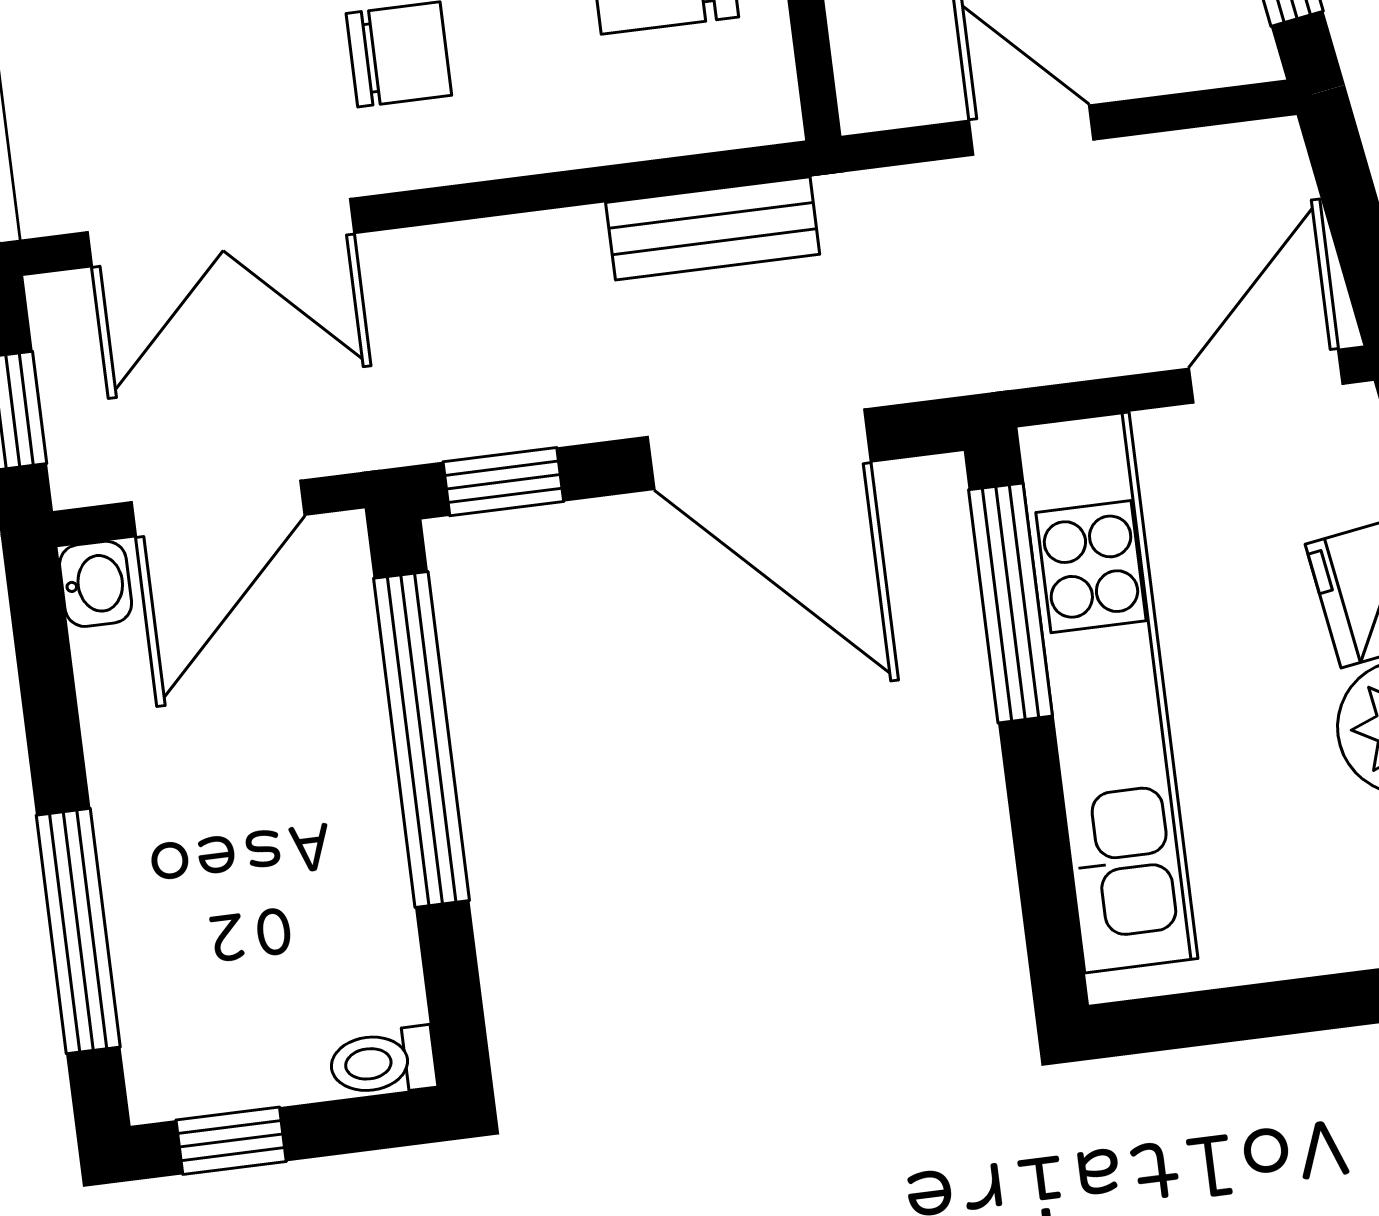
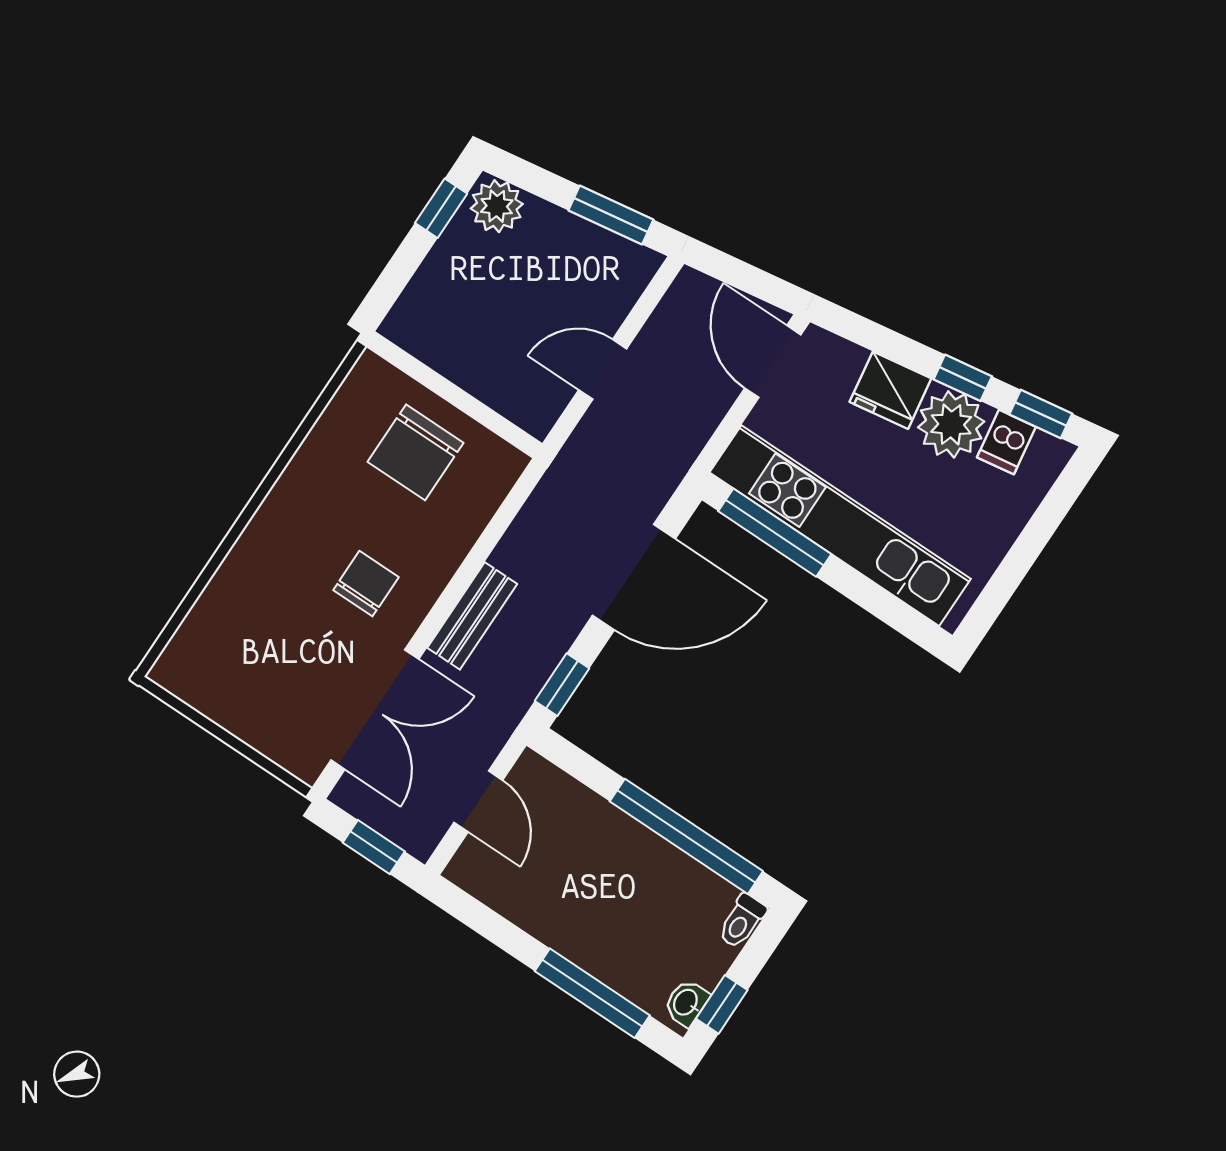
bench: (713, 228) -> (472, 616), moved
door: (218, 509) -> (478, 801), width x0.73
washbasin: (96, 584) -> (686, 1003), moved, turned -90
window: (422, 739) -> (686, 836), moved

